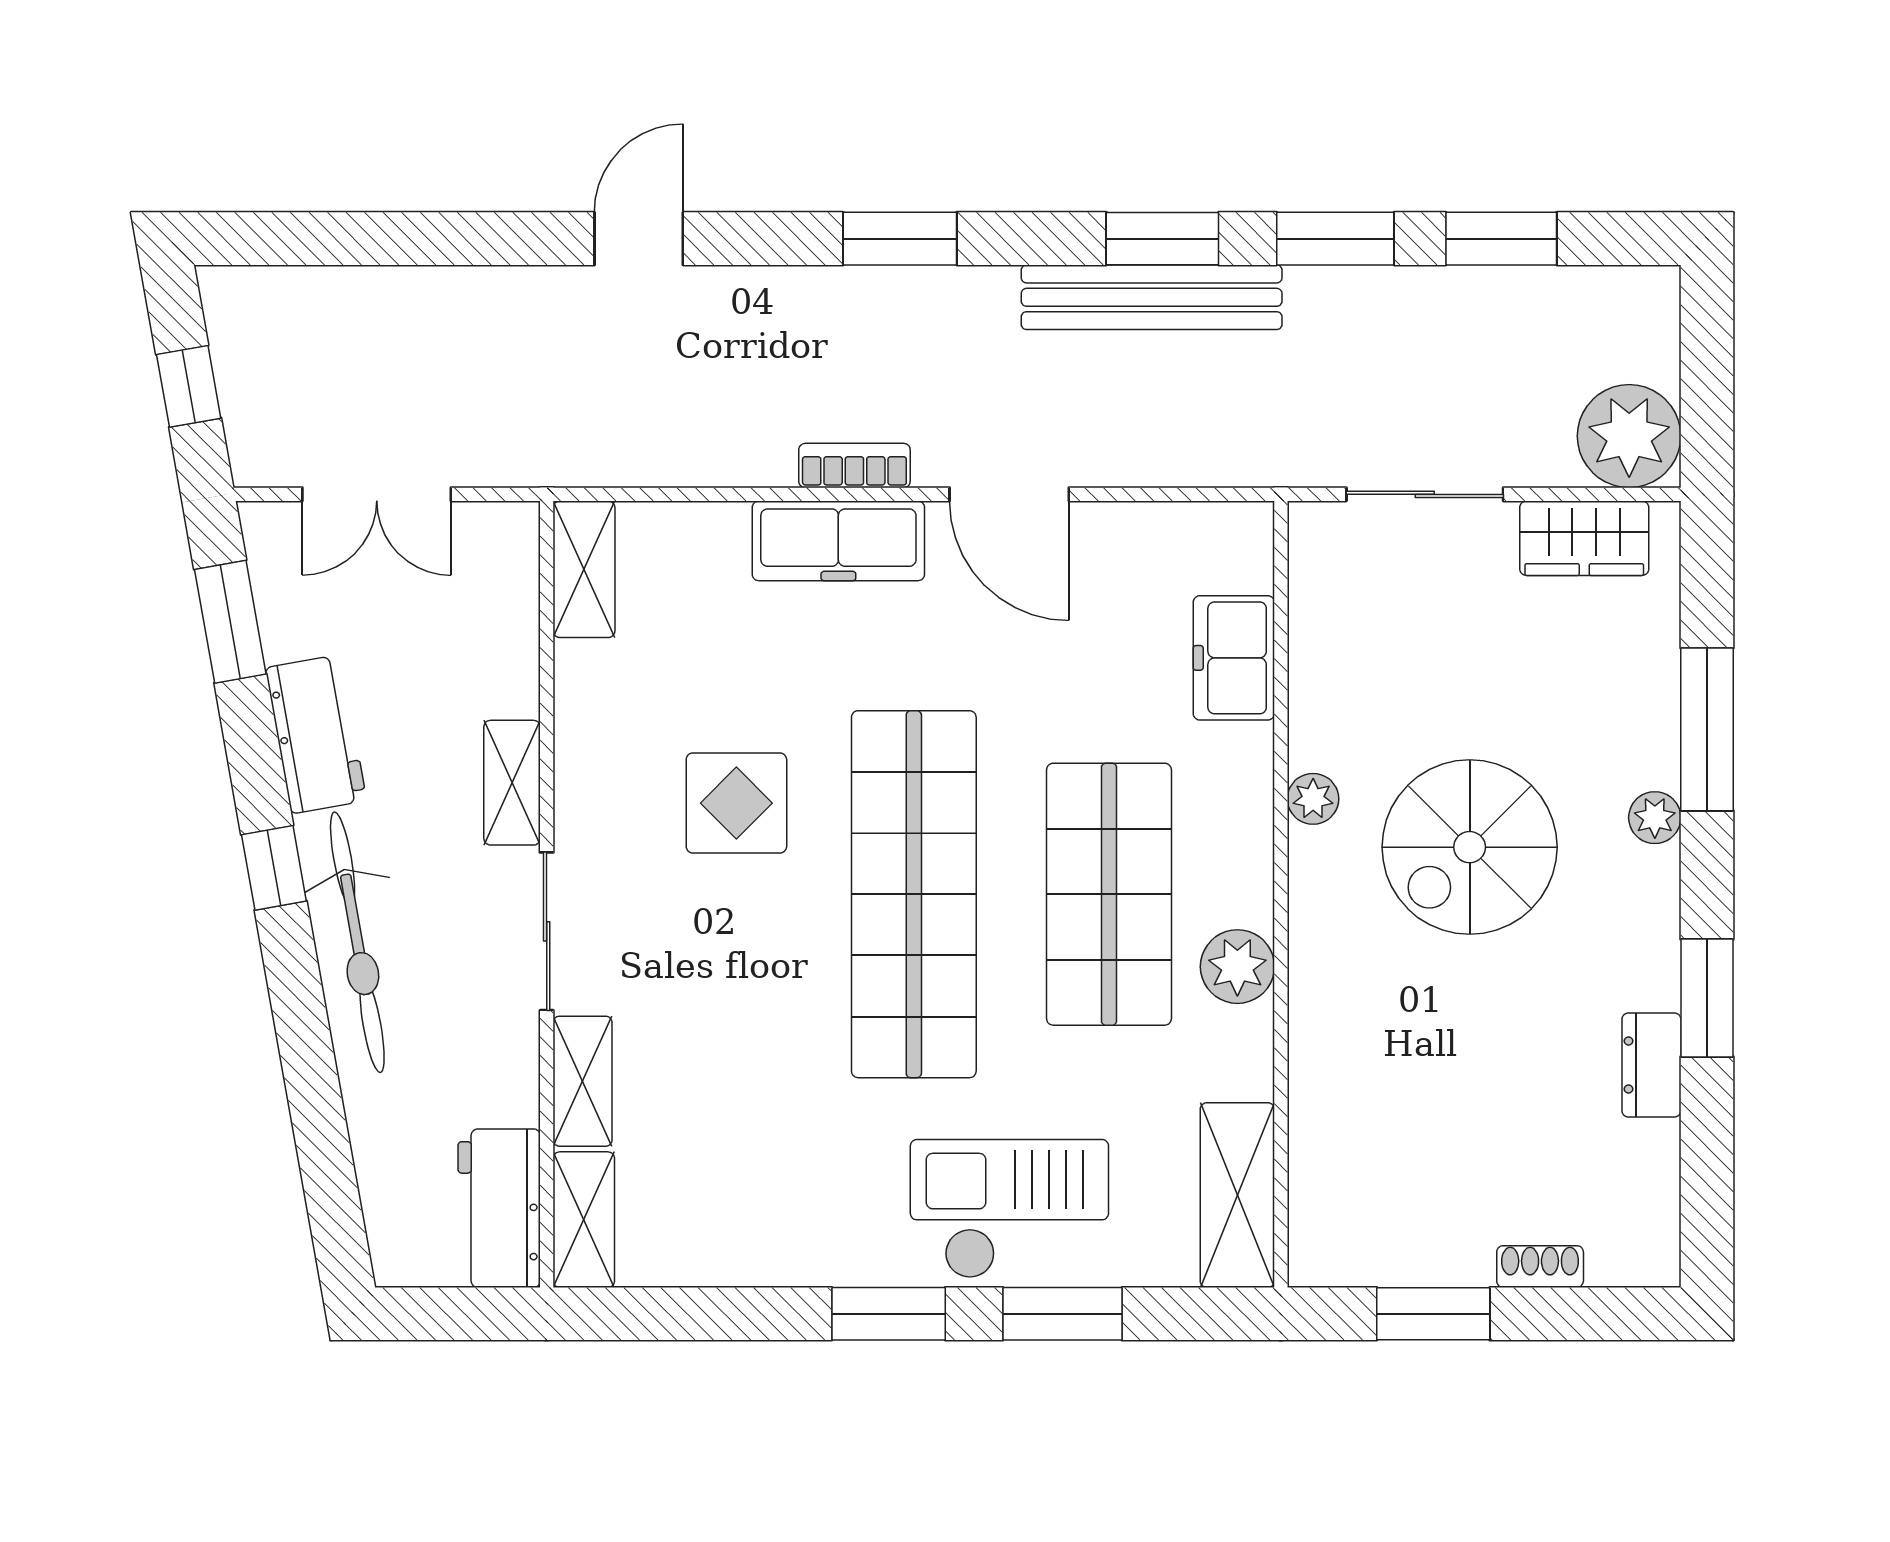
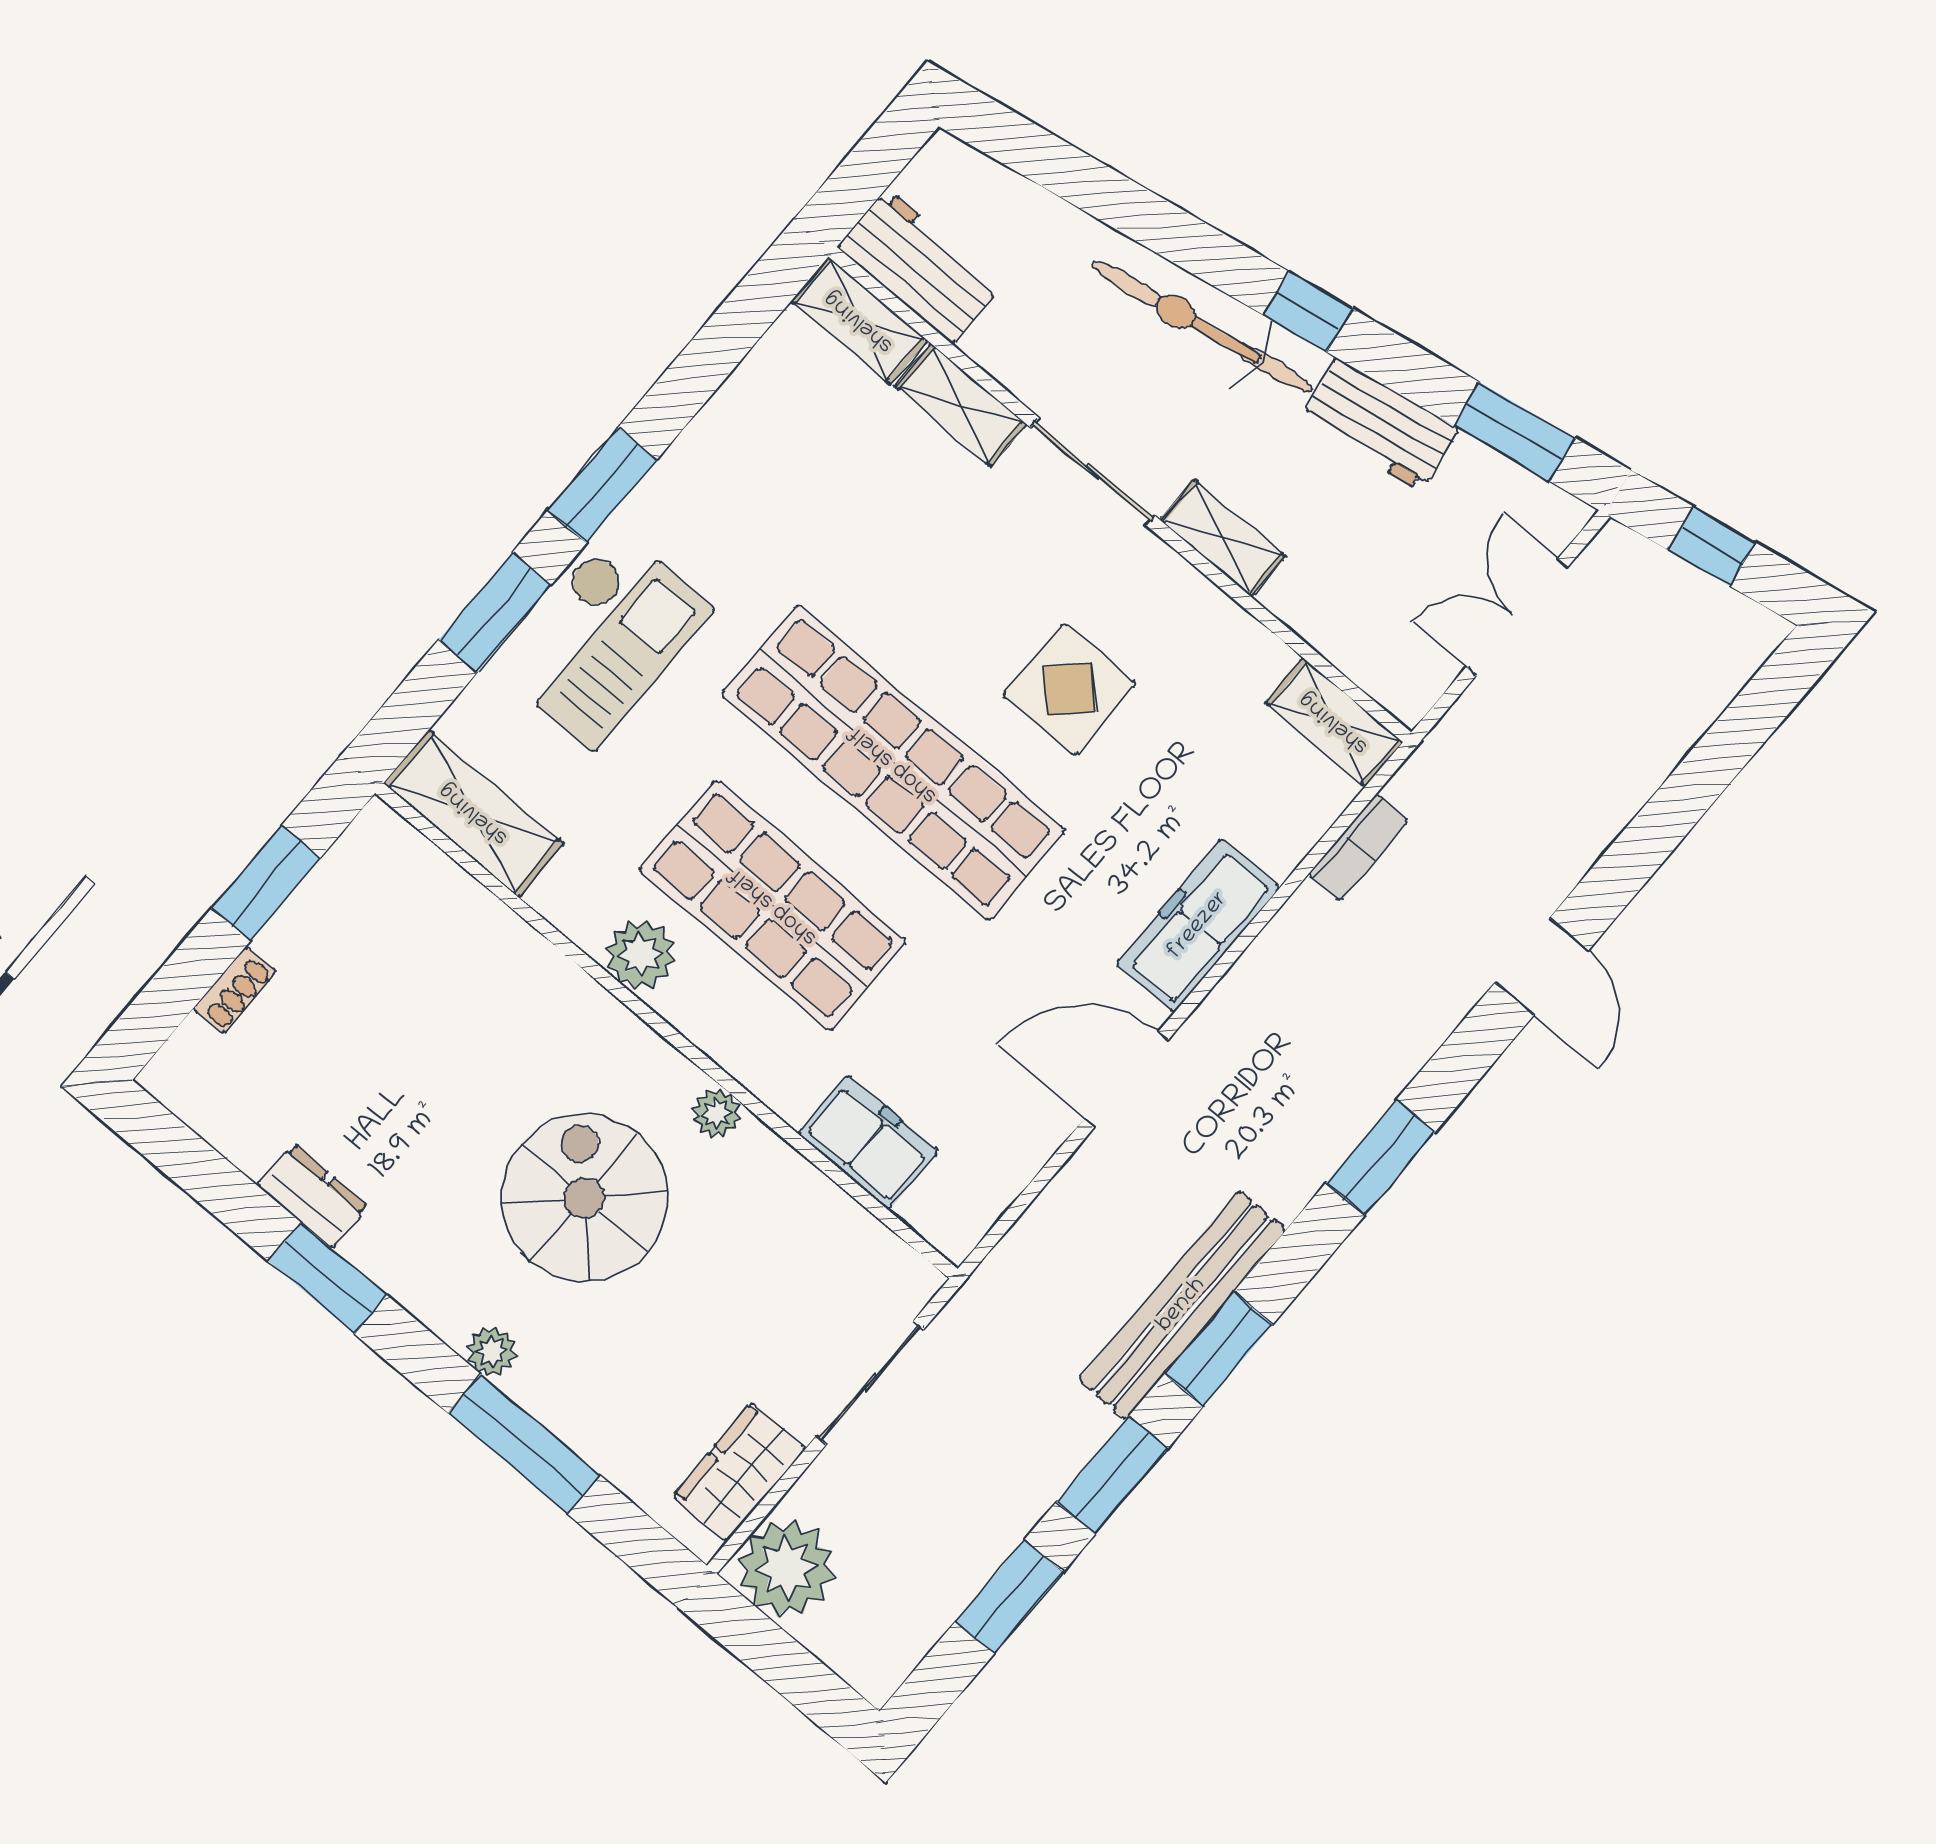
bookcase: (854, 465) -> (1358, 847), moved

